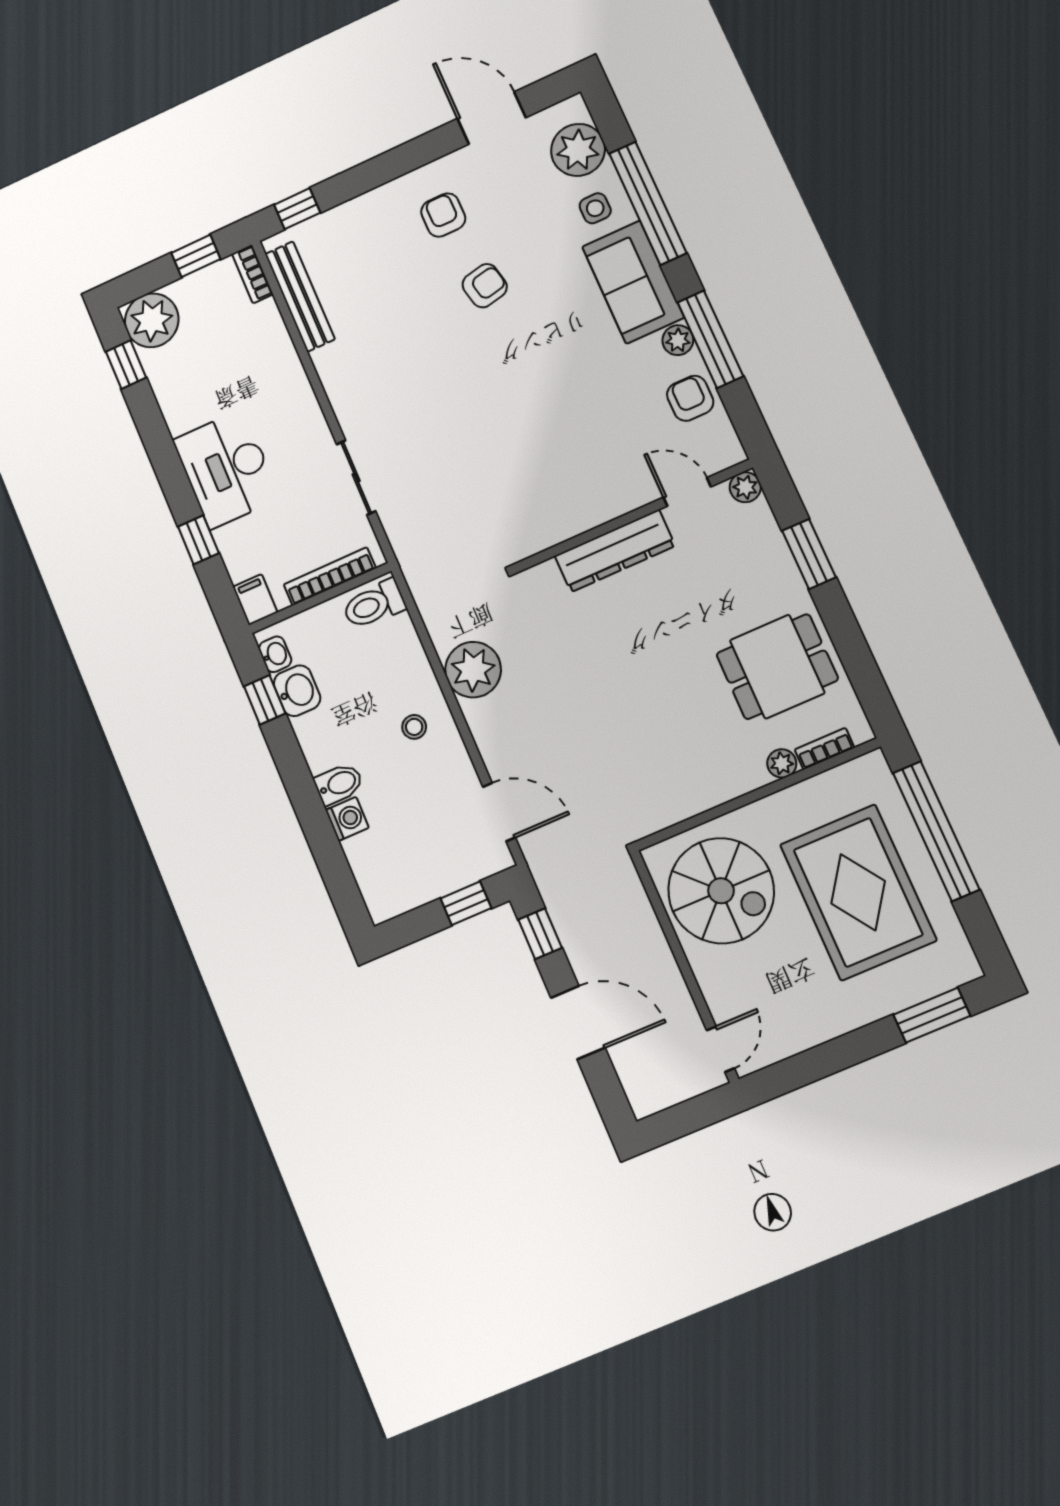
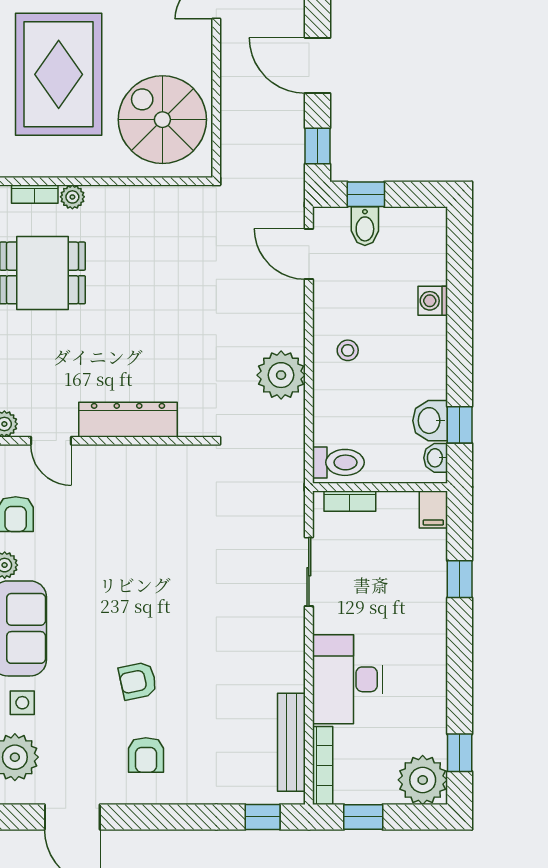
bookcase: (252, 274) -> (323, 765), width x1.56
desk: (226, 469) -> (348, 679), moved, turned 180
bookcase: (330, 576) -> (350, 501), width x0.64
bidet: (339, 784) -> (365, 226), moved, turned -90

